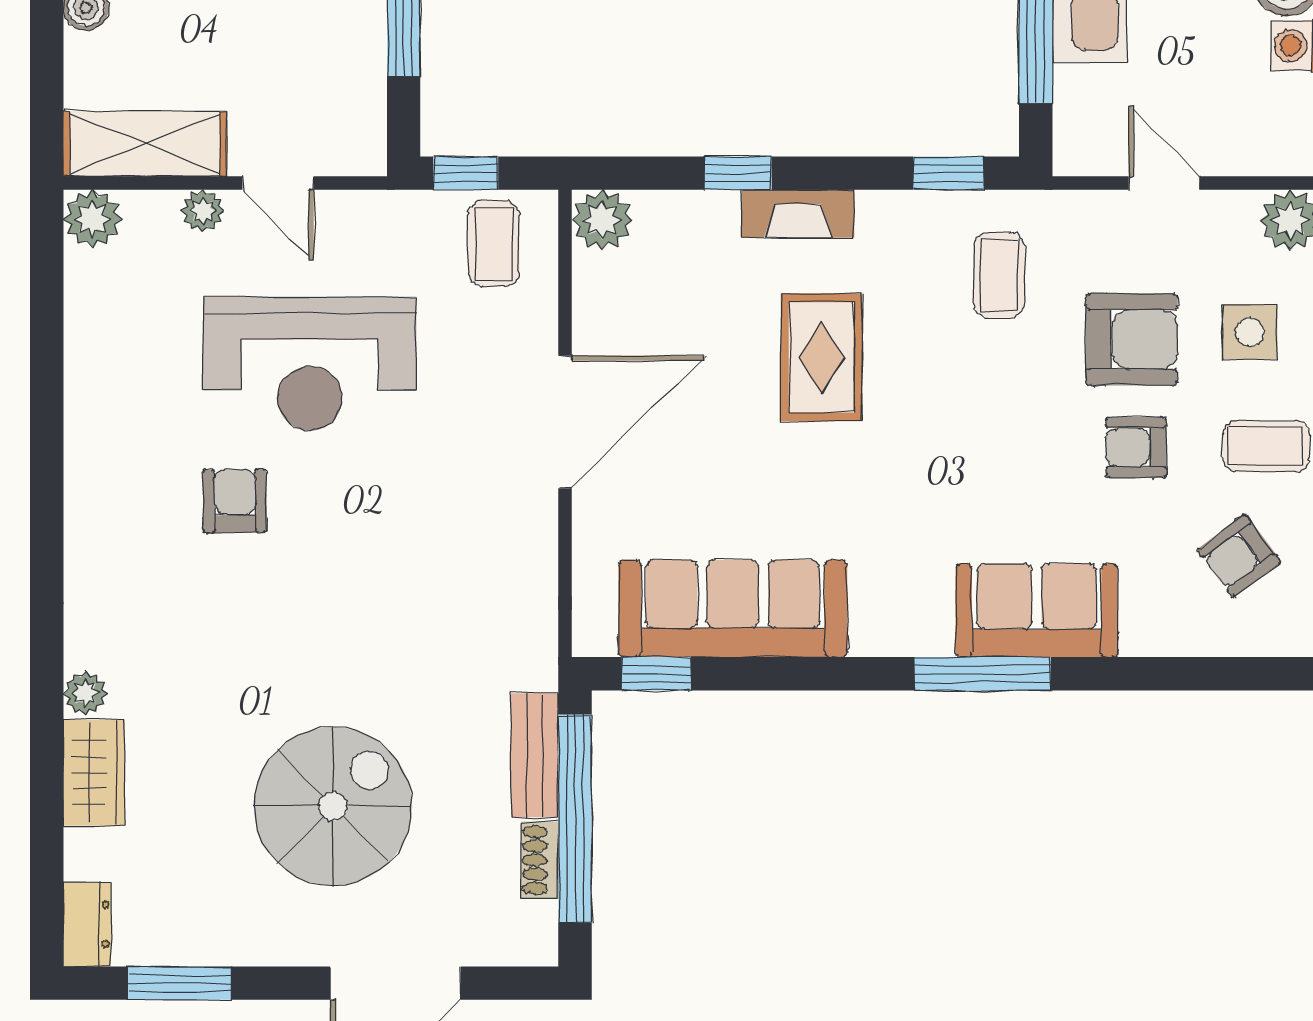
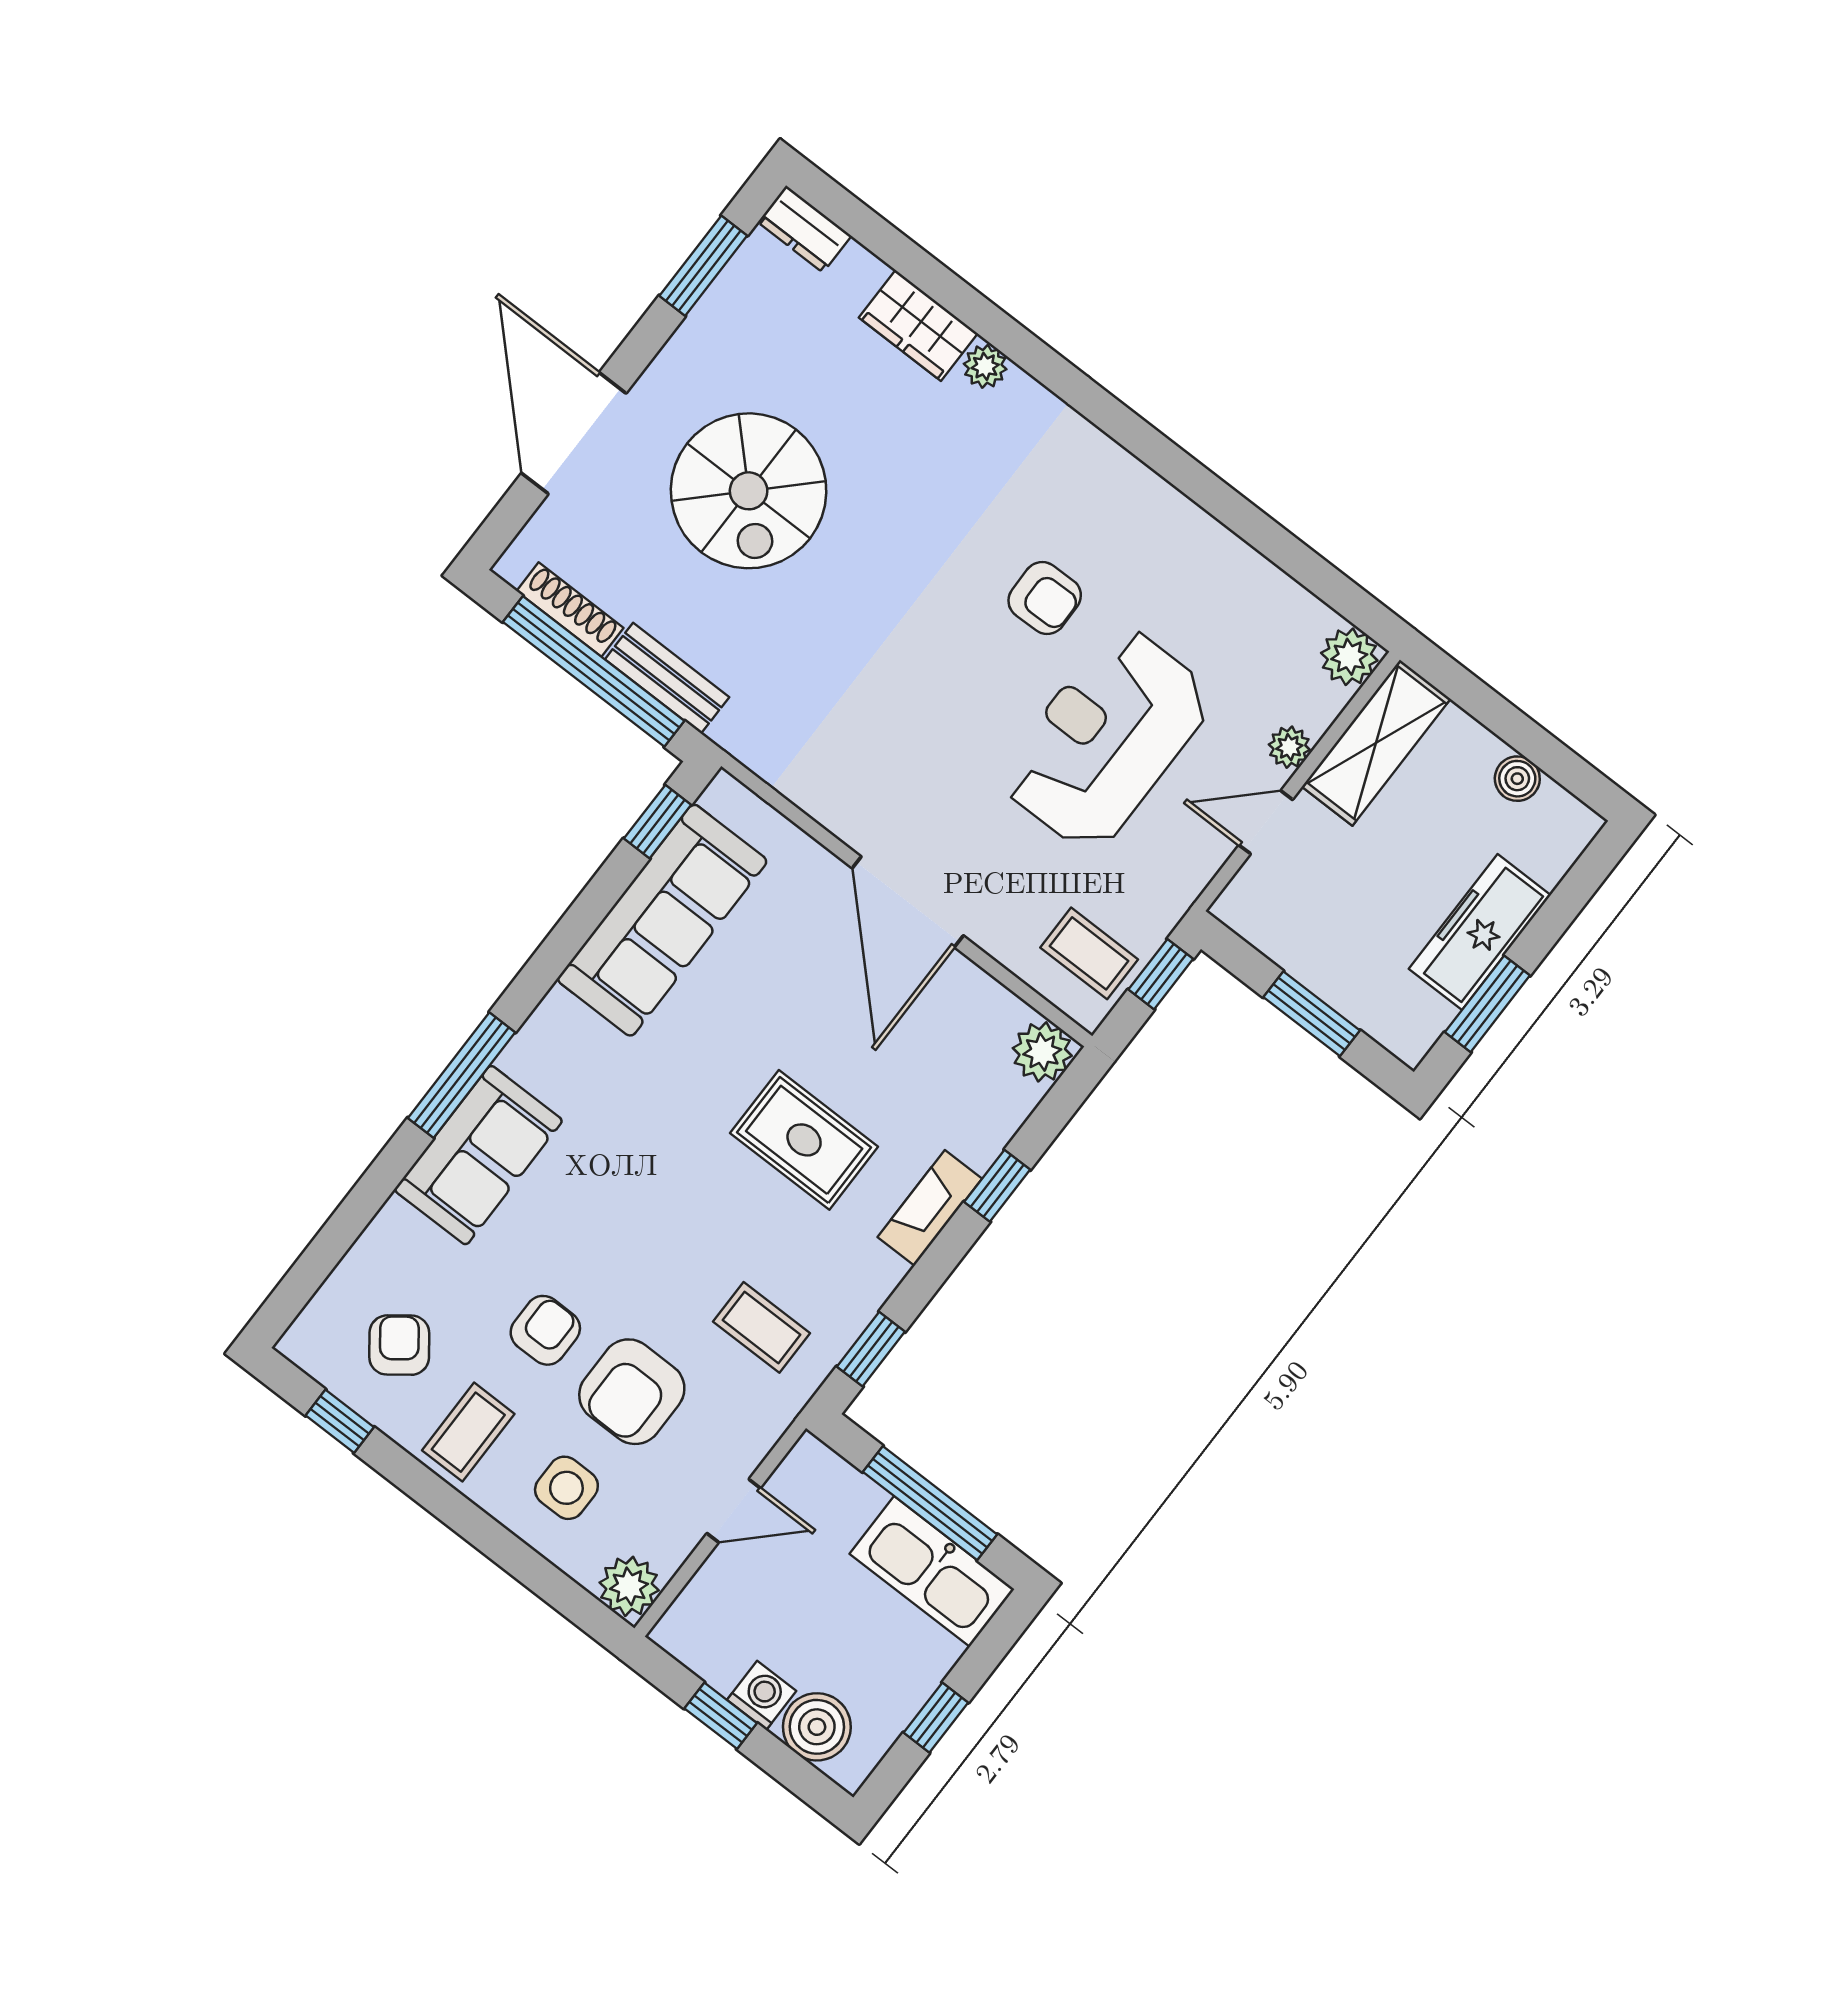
shoe rack: (540, 860) -> (570, 609), width x1.43

